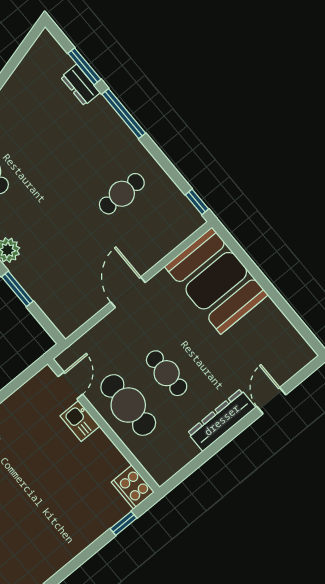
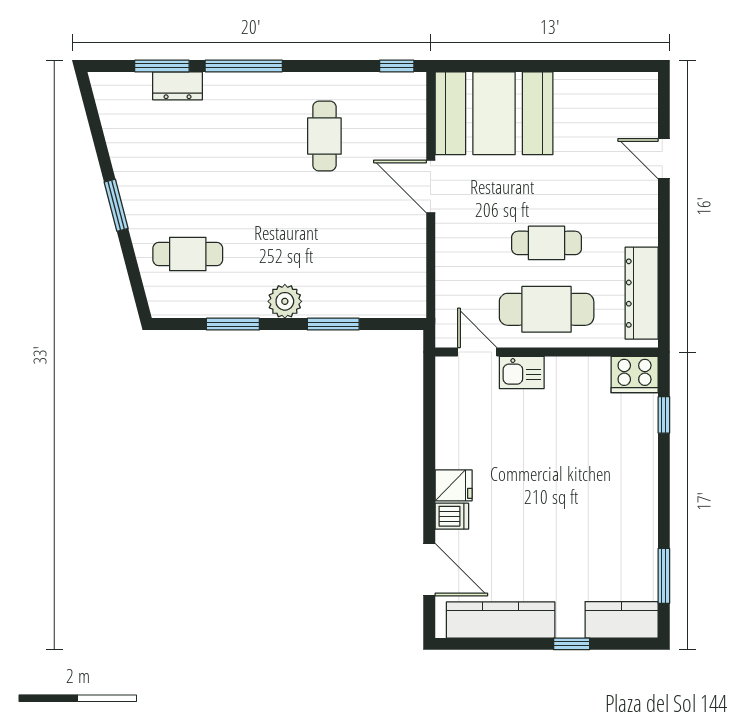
door: (128, 292) -> (431, 186), moved
dresser: (222, 420) -> (642, 293), moved

